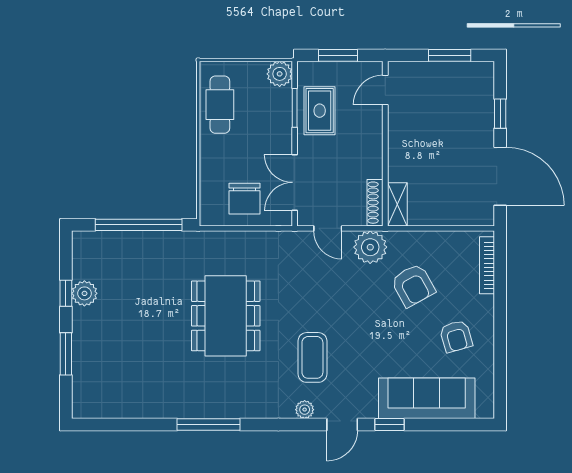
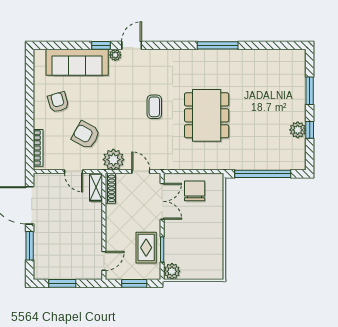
cafe table: (220, 105) -> (210, 251), removed
window: (500, 114) -> (30, 246), width x1.50
door: (432, 228) -> (74, 172), added
armchair: (413, 285) -> (86, 135), turned -32
coffee table: (312, 357) -> (154, 107), moved, width x0.73, depth x0.77
plant: (305, 410) -> (115, 55), moved

